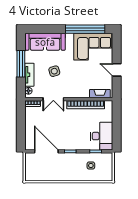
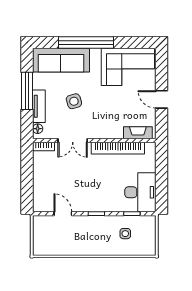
window: (85, 29) -> (86, 42), moved
door: (46, 151) -> (63, 214), width x0.53

